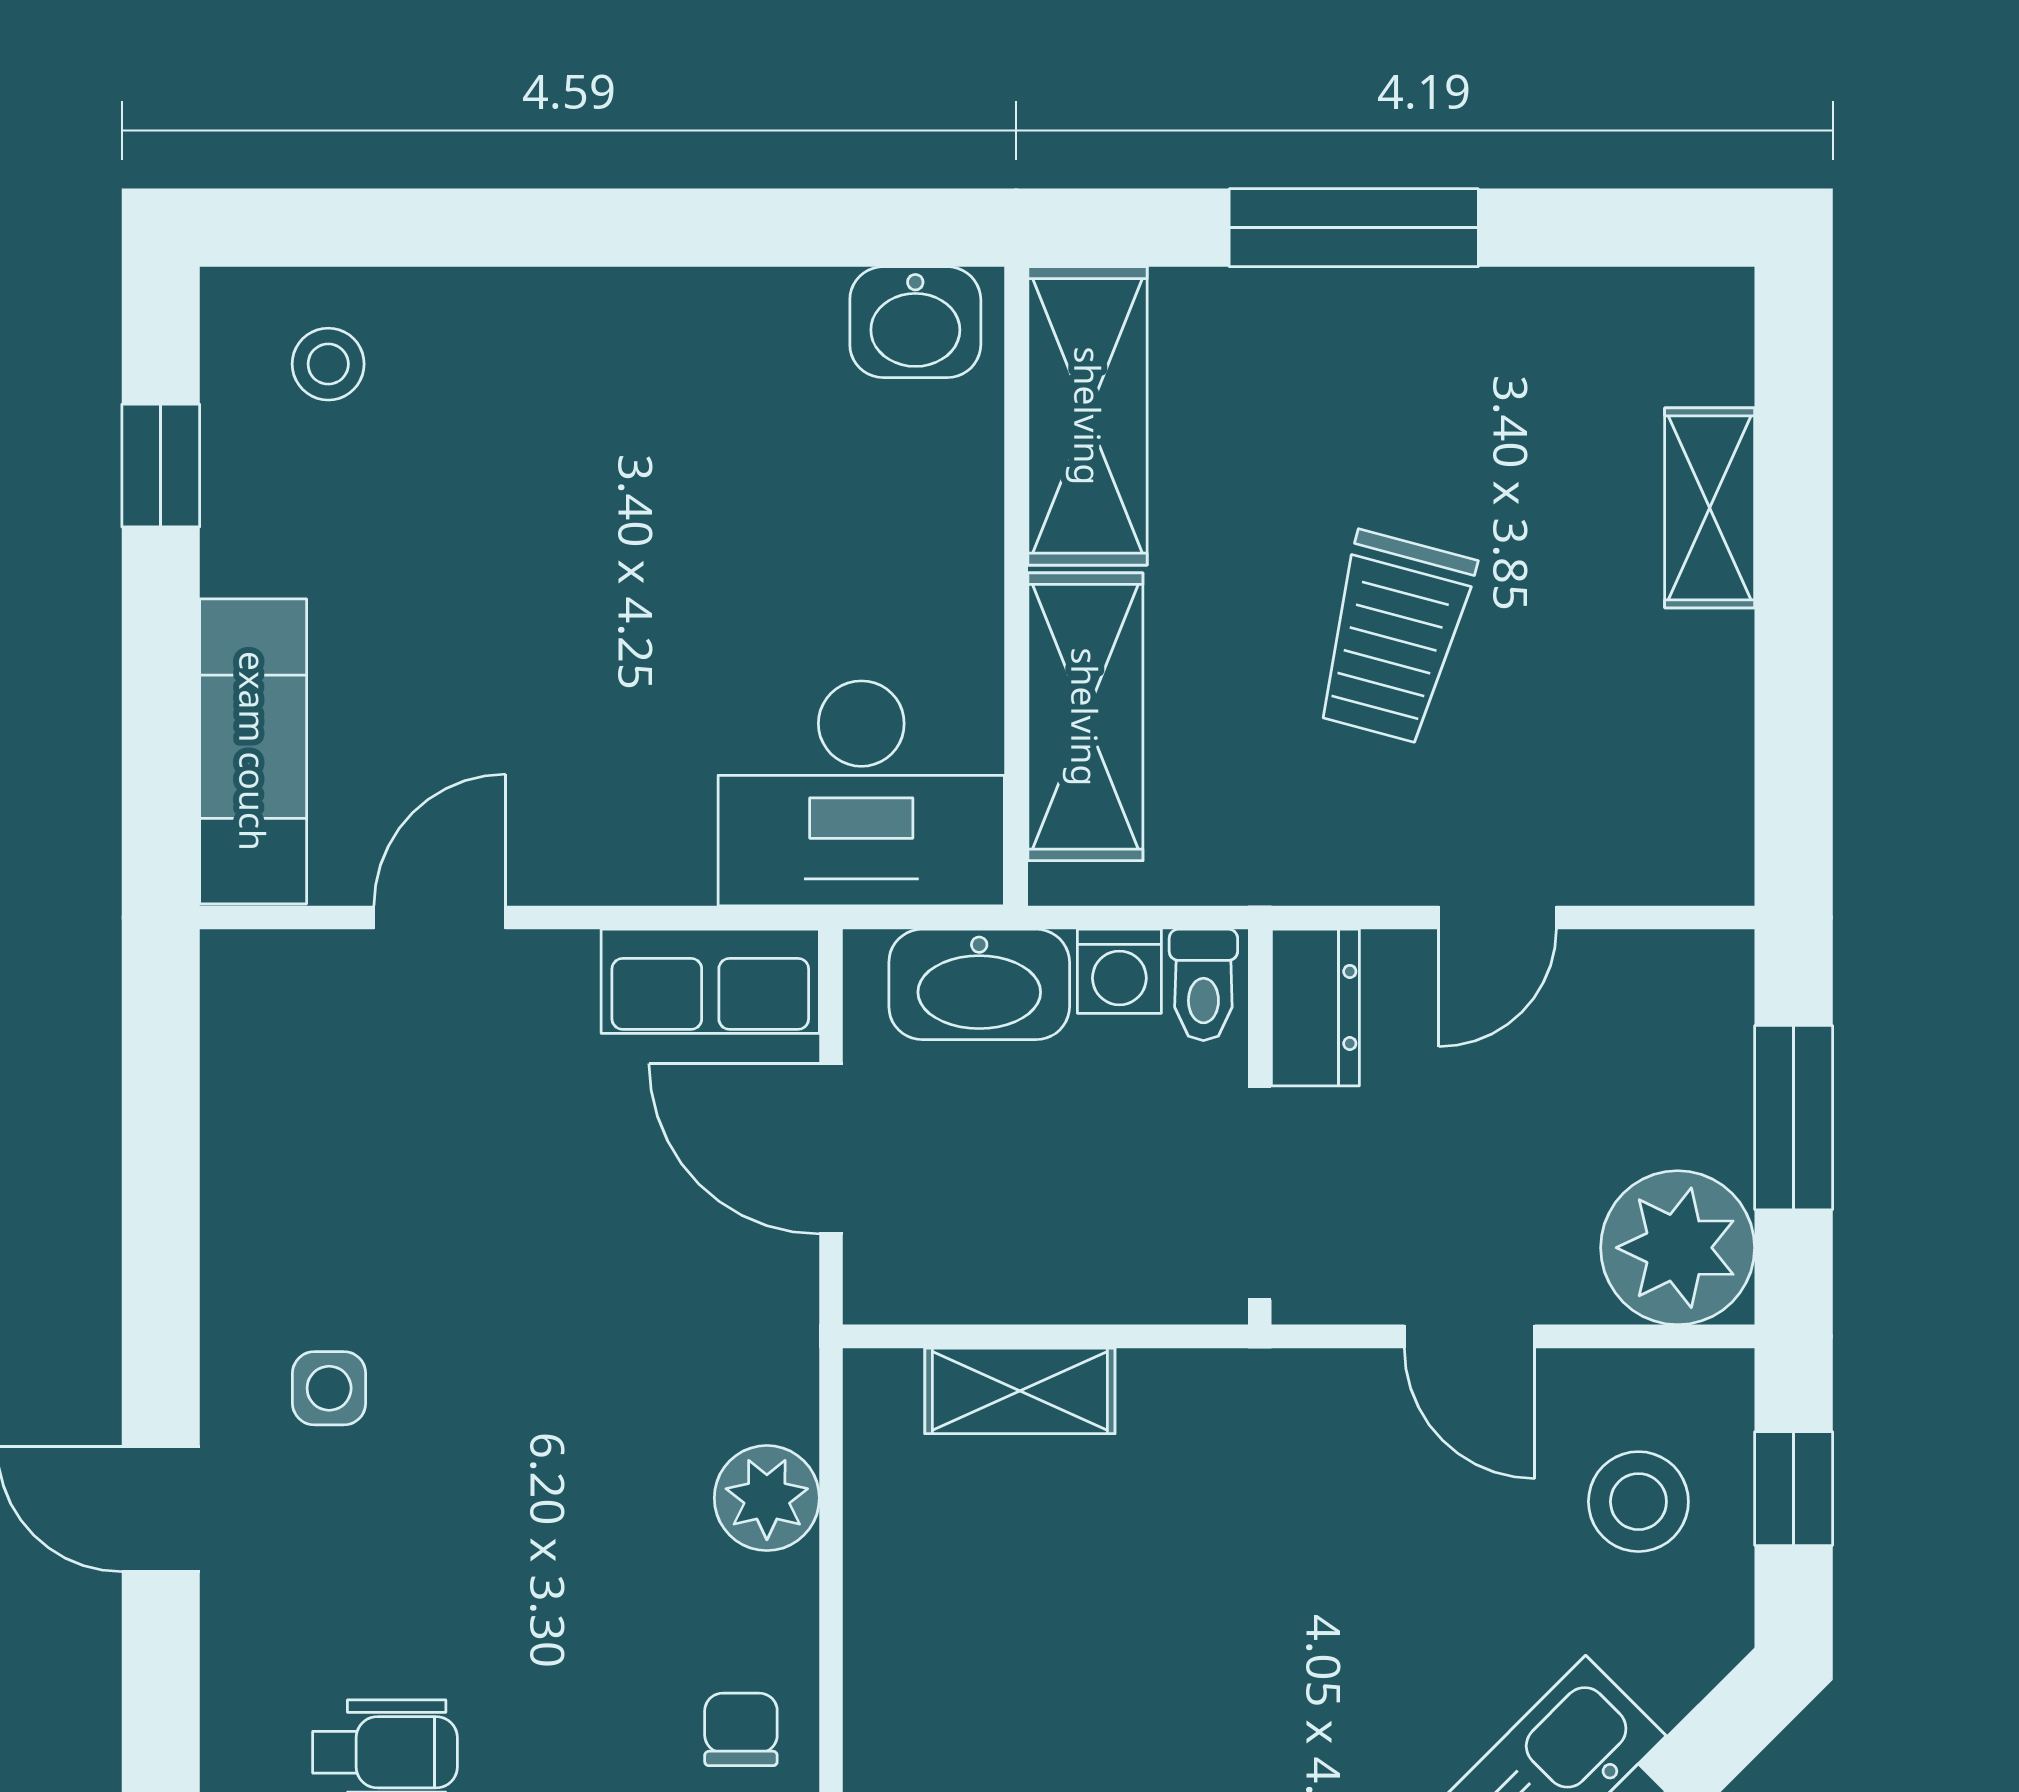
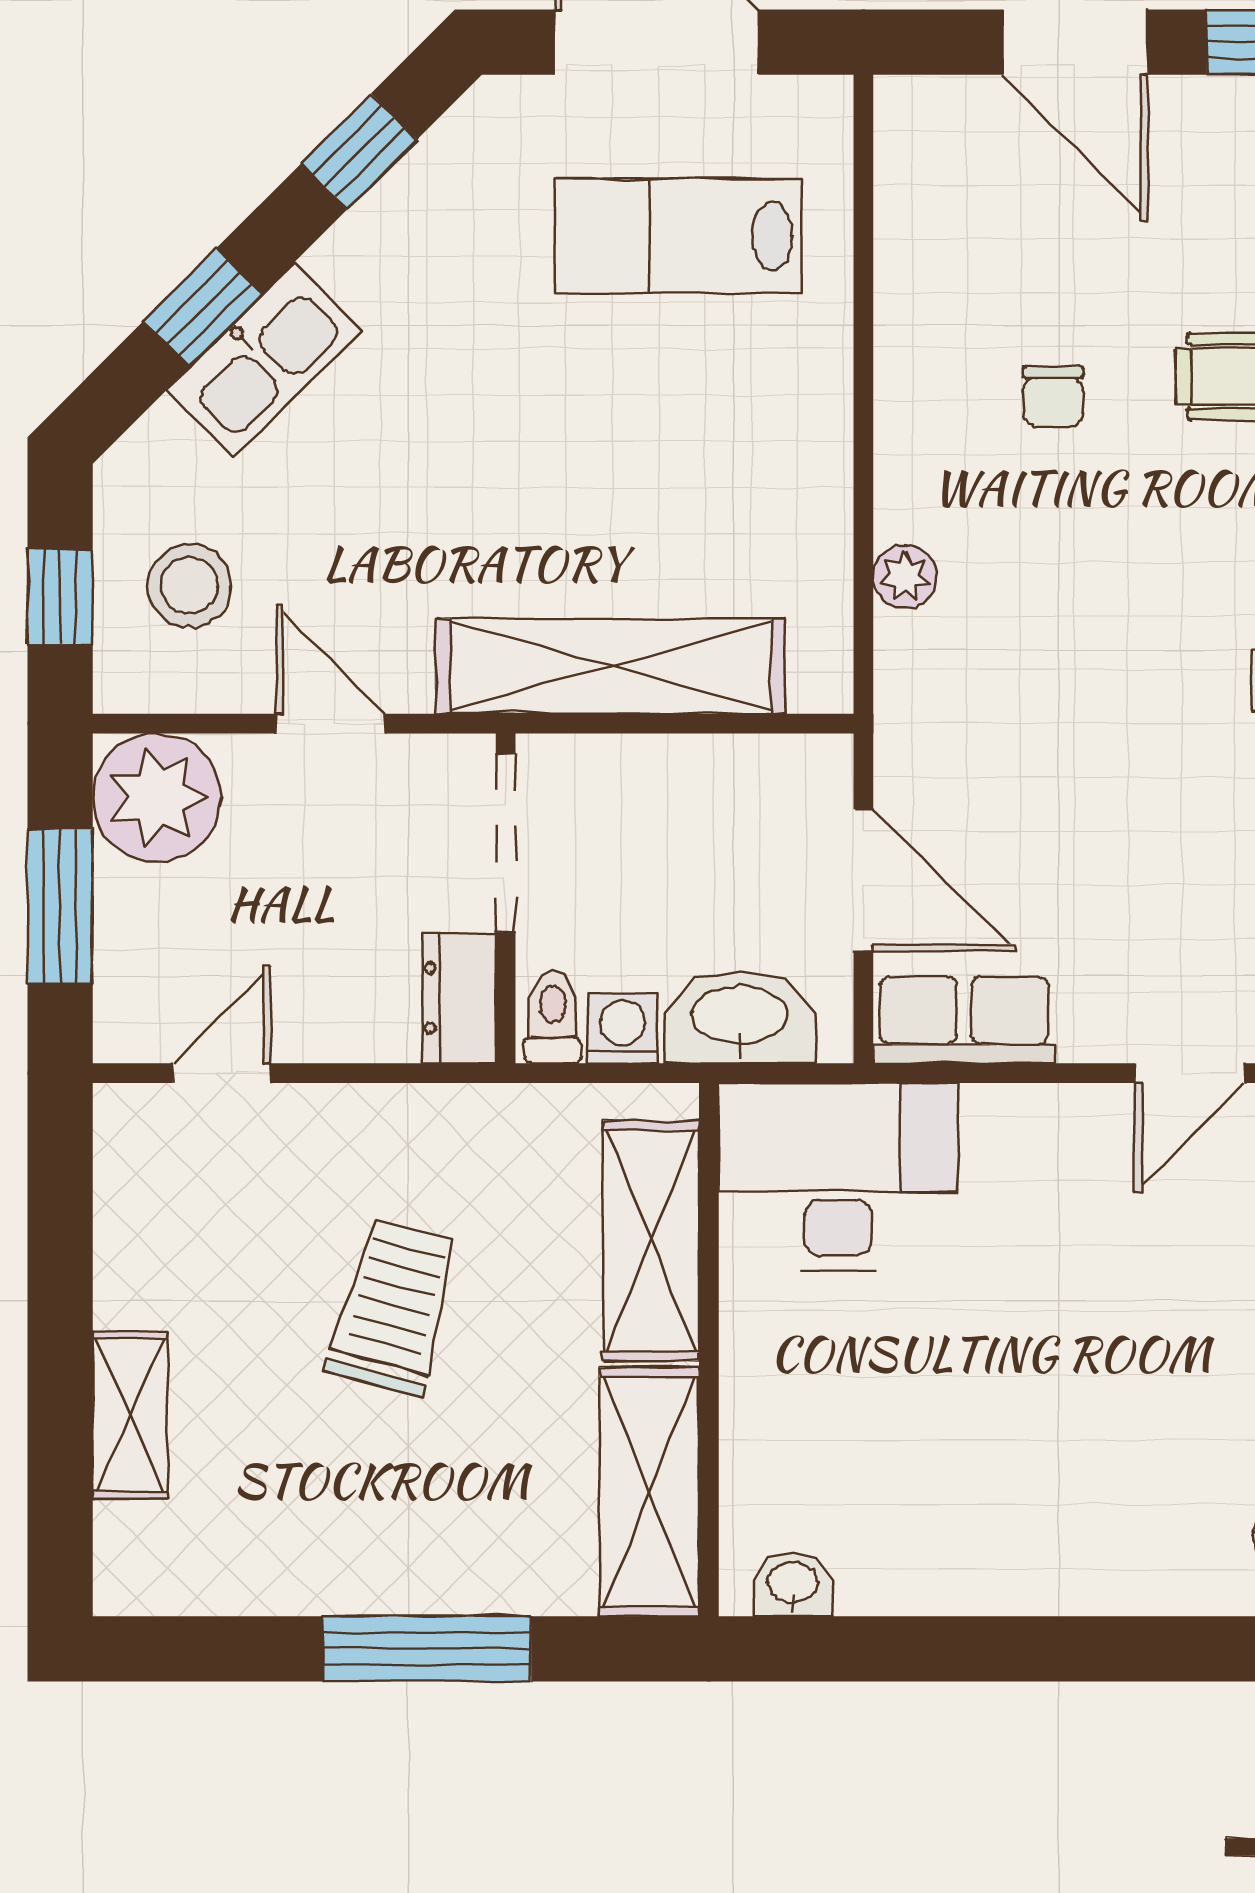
washbasin: (915, 322) -> (793, 1584), width x0.72, depth x0.69
door: (1498, 917) -> (222, 1073), moved
shelving: (1020, 1391) -> (611, 666), width x2.20, depth x1.33
plant: (767, 1498) -> (905, 577), width x0.73, depth x0.73
chair: (741, 1729) -> (1053, 396), moved

